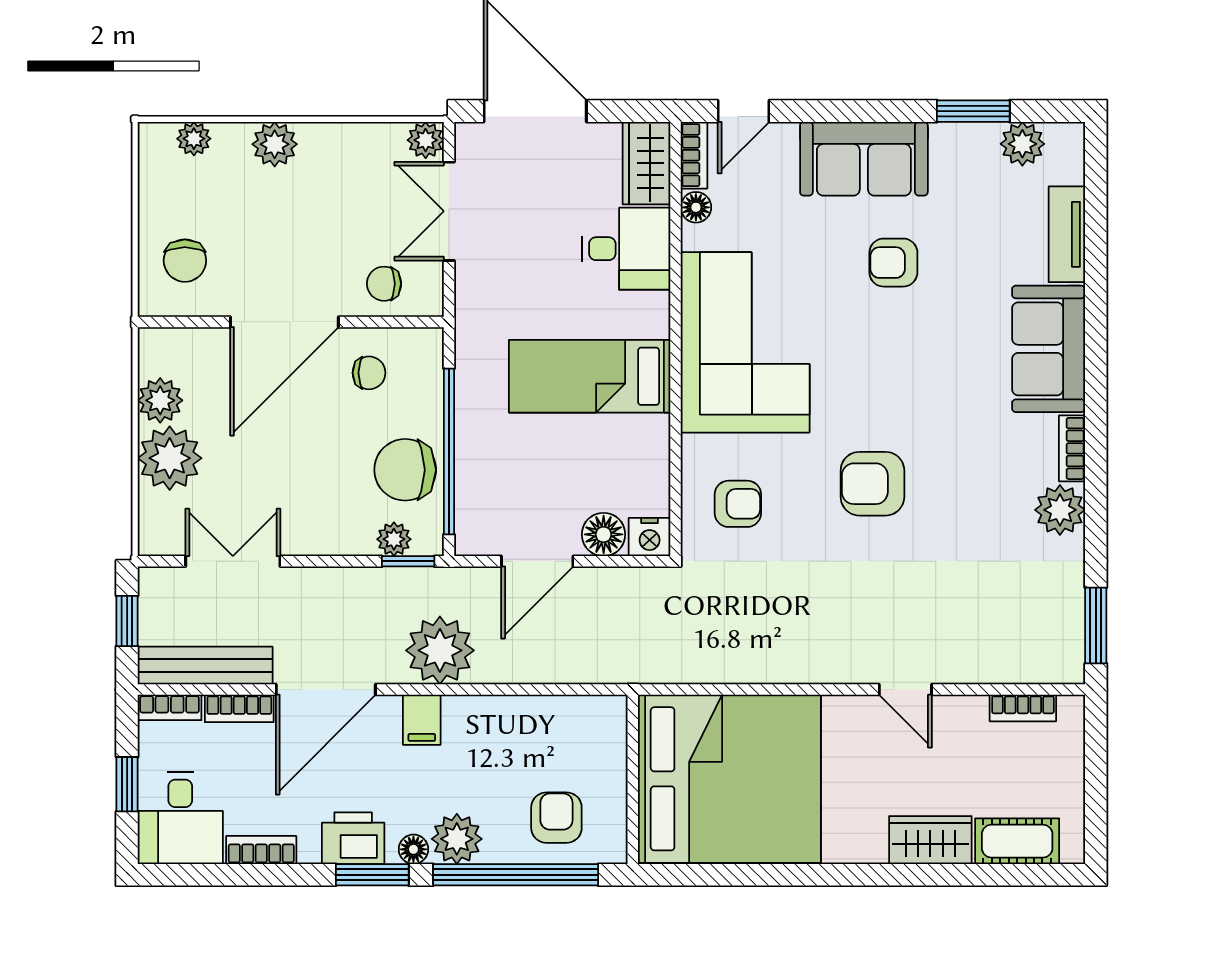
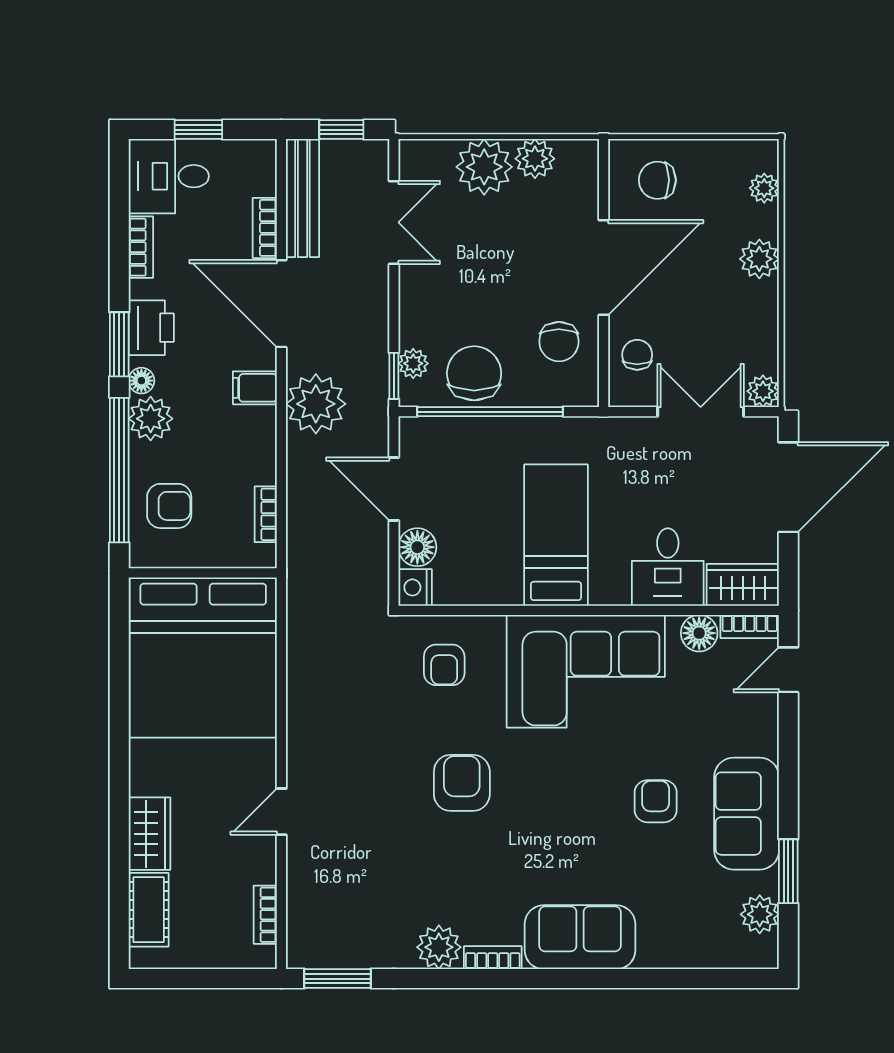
door: (743, 111) -> (788, 670), hinge flipped
sofa: (864, 159) -> (747, 814), moved
floor lamp: (696, 207) -> (699, 633), width x1.37, depth x1.37
tv unit: (1067, 234) -> (680, 953), removed
door: (284, 322) -> (604, 267), swing flipped
chair: (369, 373) -> (559, 342), width x1.37, depth x1.37
bookcase: (170, 707) -> (266, 514), moved

